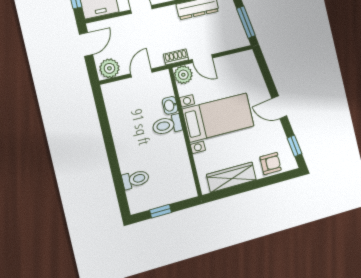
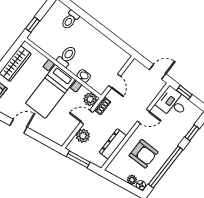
door: (86, 44) -> (158, 72), swing flipped
plant: (109, 68) -> (83, 136), moved
toilet: (167, 125) -> (67, 56), moved
window: (161, 211) -> (33, 25), moved

